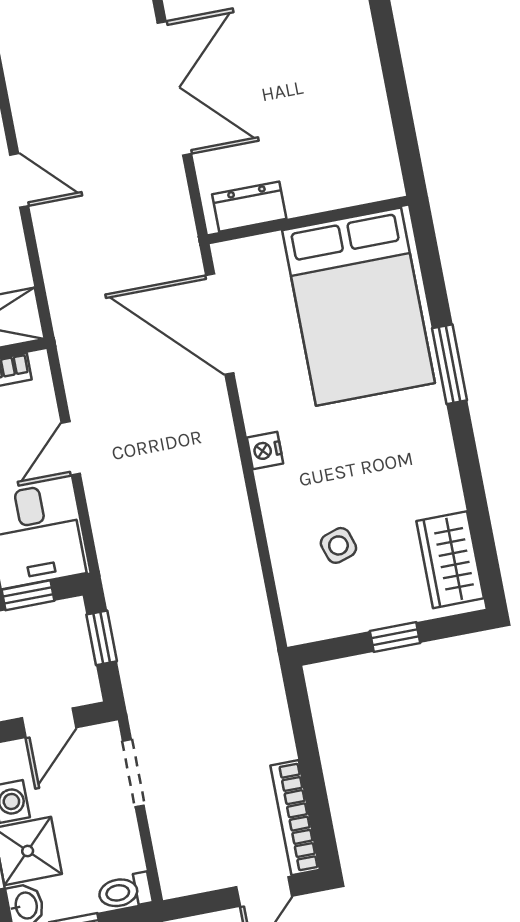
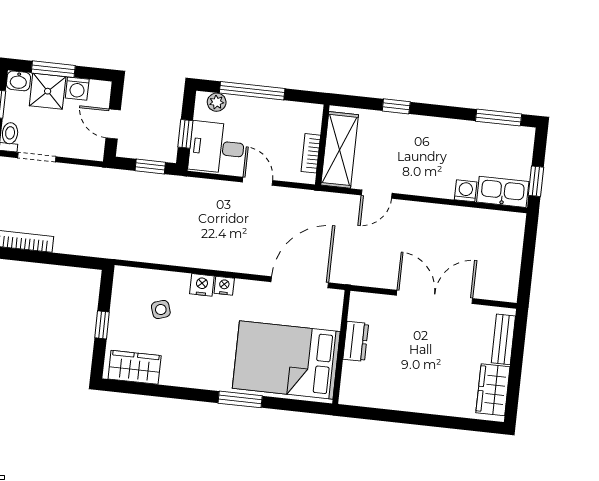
double door: (174, 88) -> (434, 297), swing flipped
door: (19, 180) -> (377, 194), moved
dresser: (249, 207) -> (356, 341), moved
nightstand: (275, 489) -> (202, 285), added
doorway: (133, 773) -> (37, 157), moved

